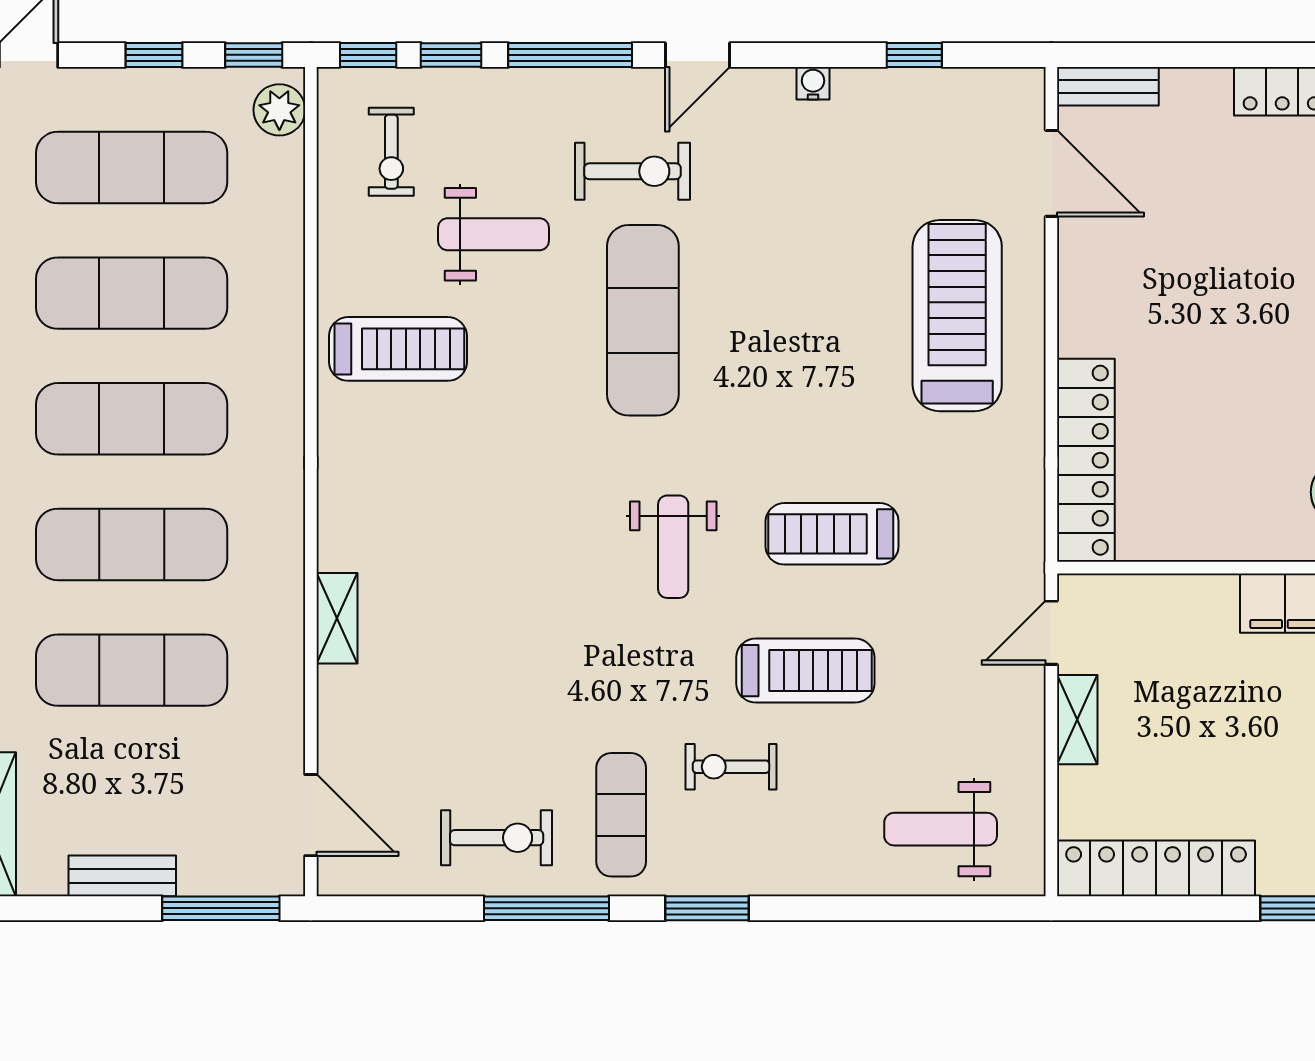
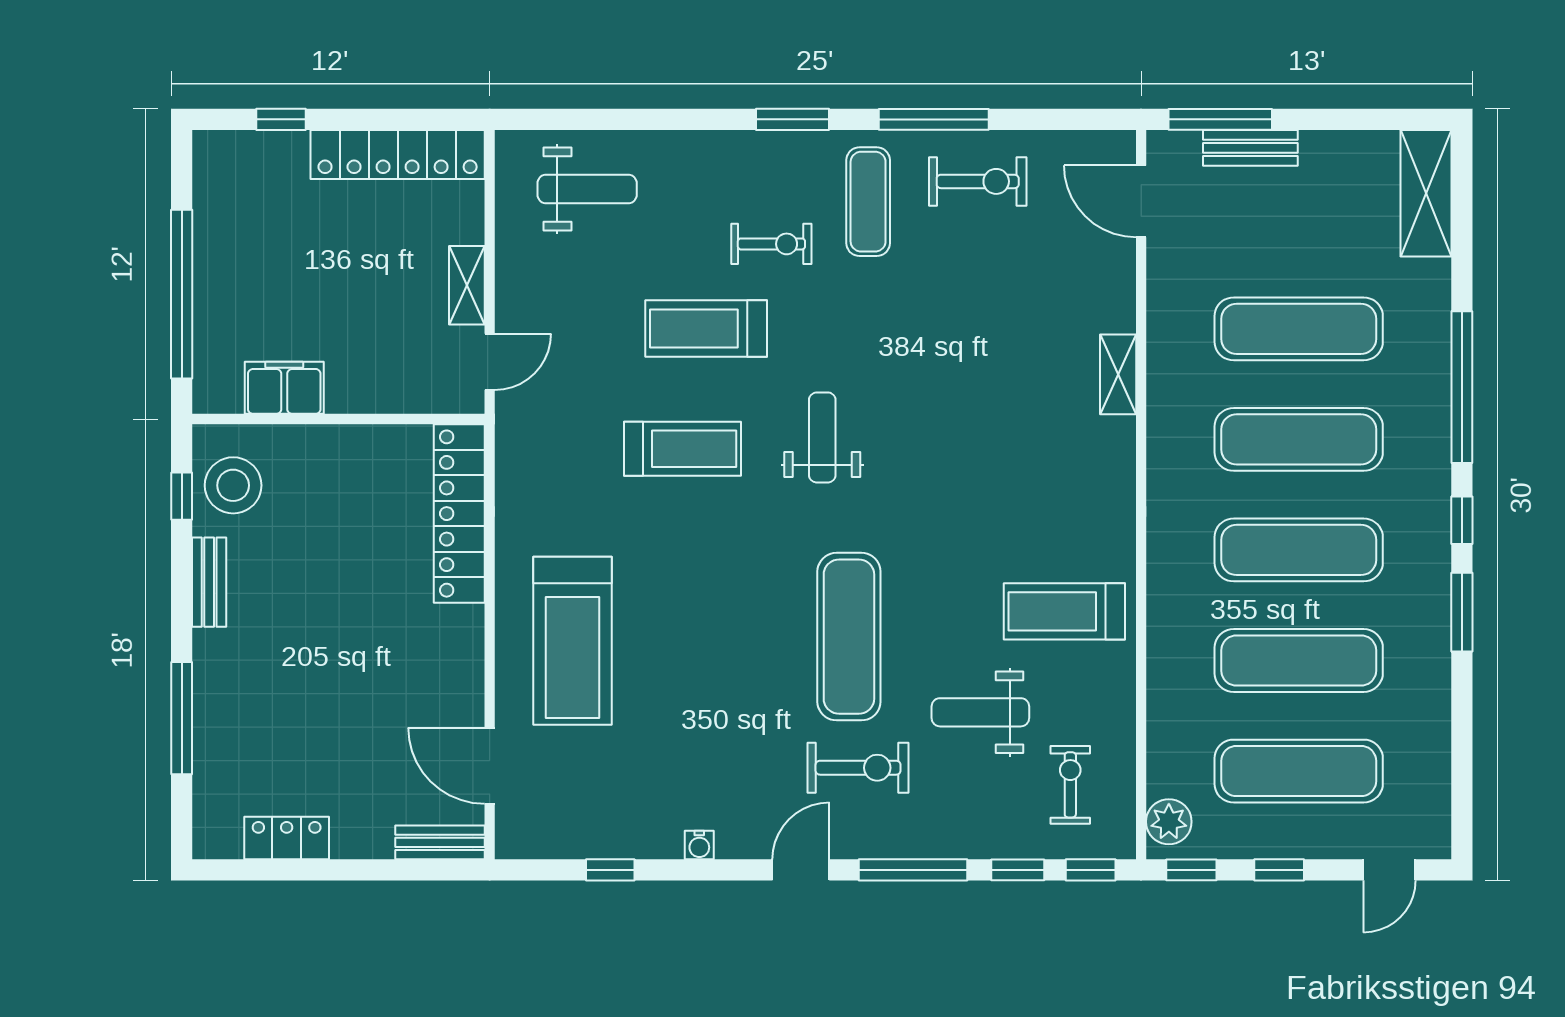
exercise bike: (633, 171) -> (858, 768), turned 180
exercise bike: (497, 838) -> (978, 181), turned 180
bench: (122, 876) -> (1250, 148), moved

